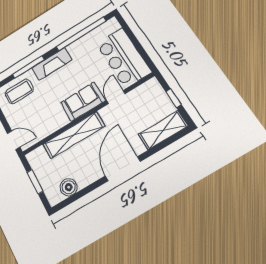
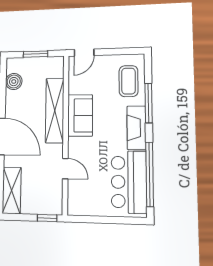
bar counter: (123, 58) -> (129, 182), moved, turned -90
window: (173, 98) -> (47, 218), moved
sofa: (83, 102) -> (80, 115), moved

